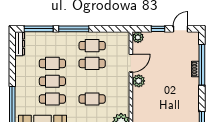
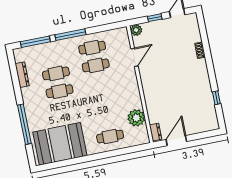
dresser: (20, 44) -> (22, 75), moved
window: (202, 65) -> (206, 45), removed
plant: (139, 81) -> (146, 74), removed
cafe table: (52, 99) -> (63, 109), removed
cafe table: (92, 99) -> (103, 101), removed

